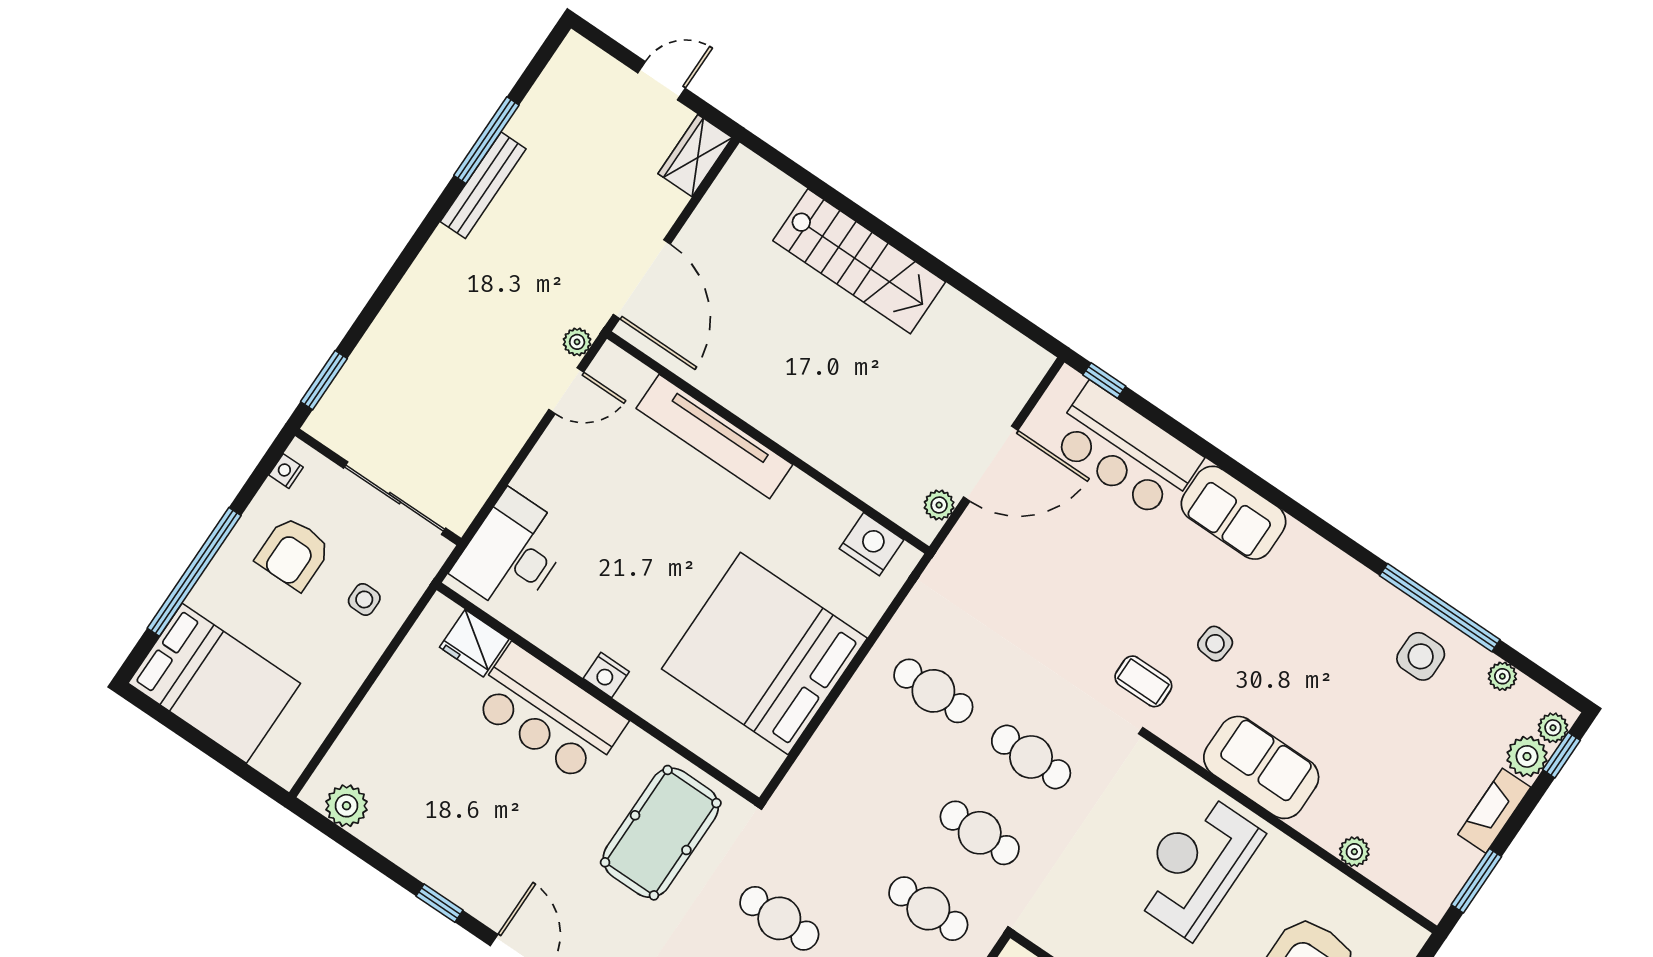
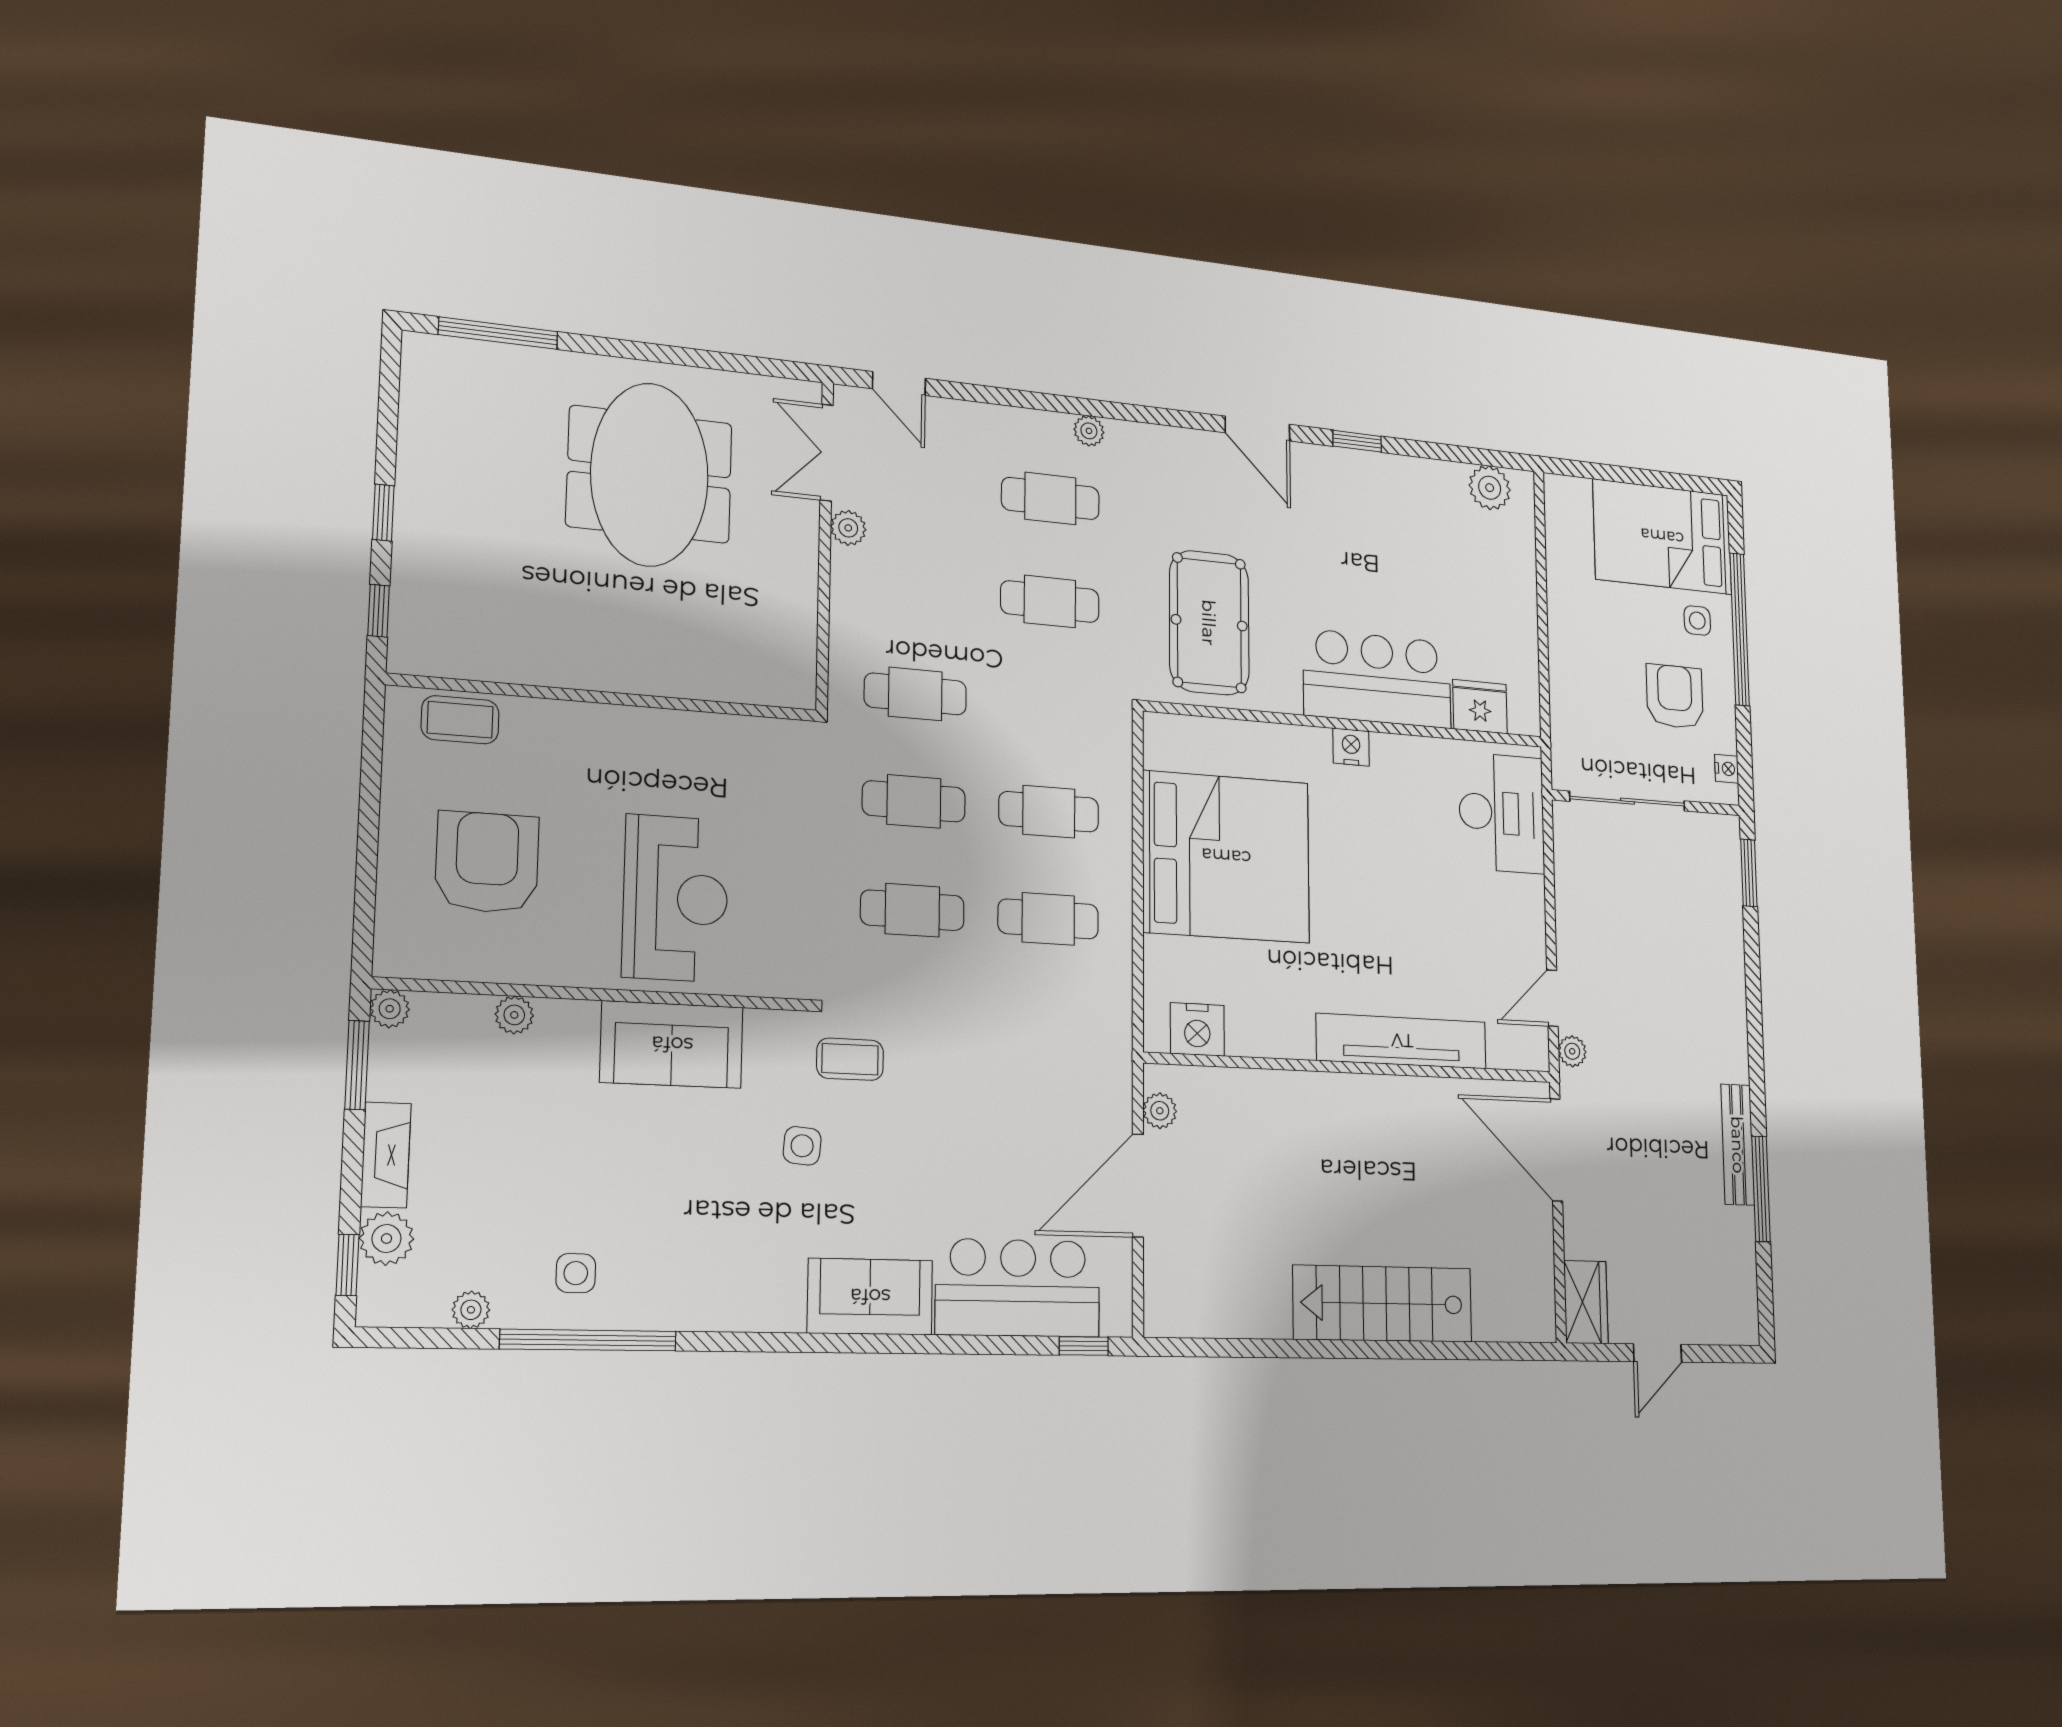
side table: (364, 599) -> (1697, 621), moved
side table: (1421, 656) -> (576, 1273), width x0.73, depth x0.73
plant: (1553, 728) -> (390, 1009), moved
cafe table: (882, 767) -> (1049, 812), added

